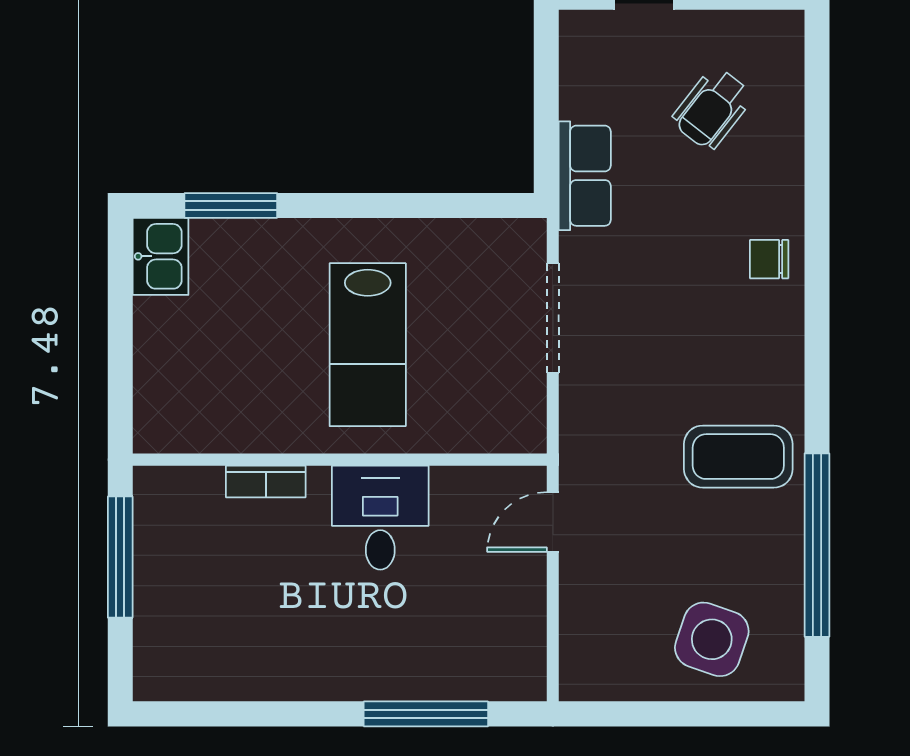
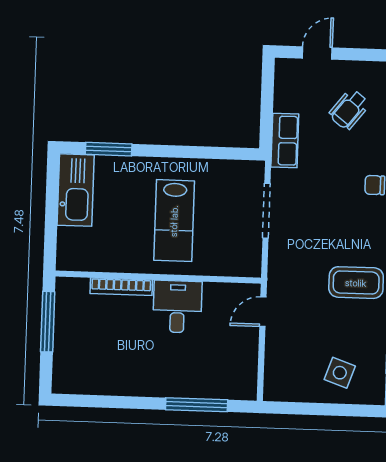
kitchen sink: (160, 256) -> (76, 190), width x1.87, depth x1.24
bookcase: (266, 482) -> (121, 287), width x1.56
side table: (712, 639) -> (340, 373), width x0.73, depth x0.73

